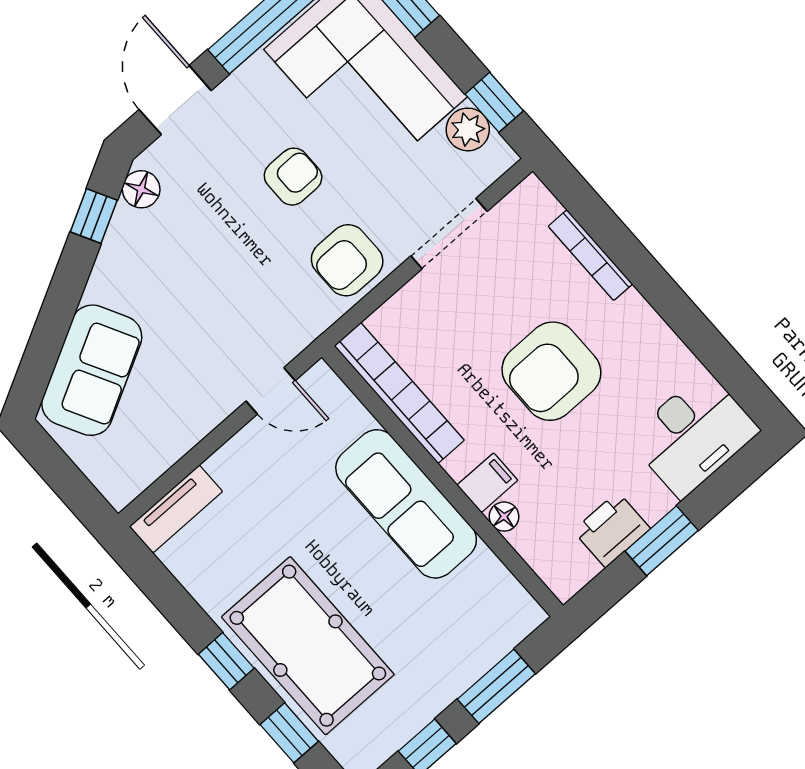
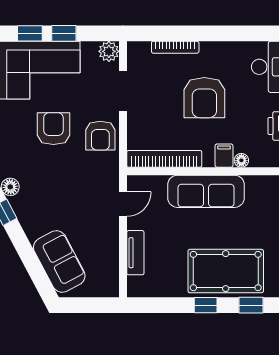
window: (494, 102) -> (64, 33), moved
plant: (468, 129) -> (109, 51), moved
armchair: (293, 177) -> (53, 129), width x1.38, depth x1.38
tv unit: (176, 509) -> (135, 253), moved

